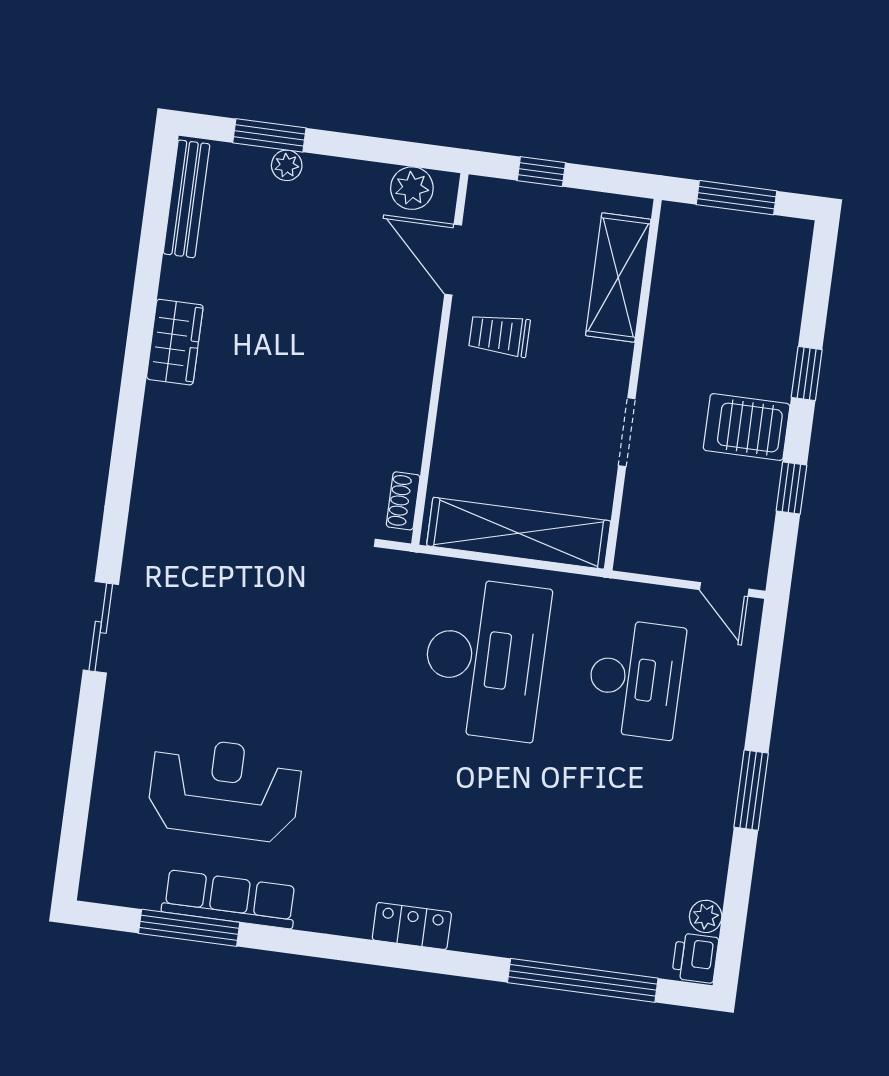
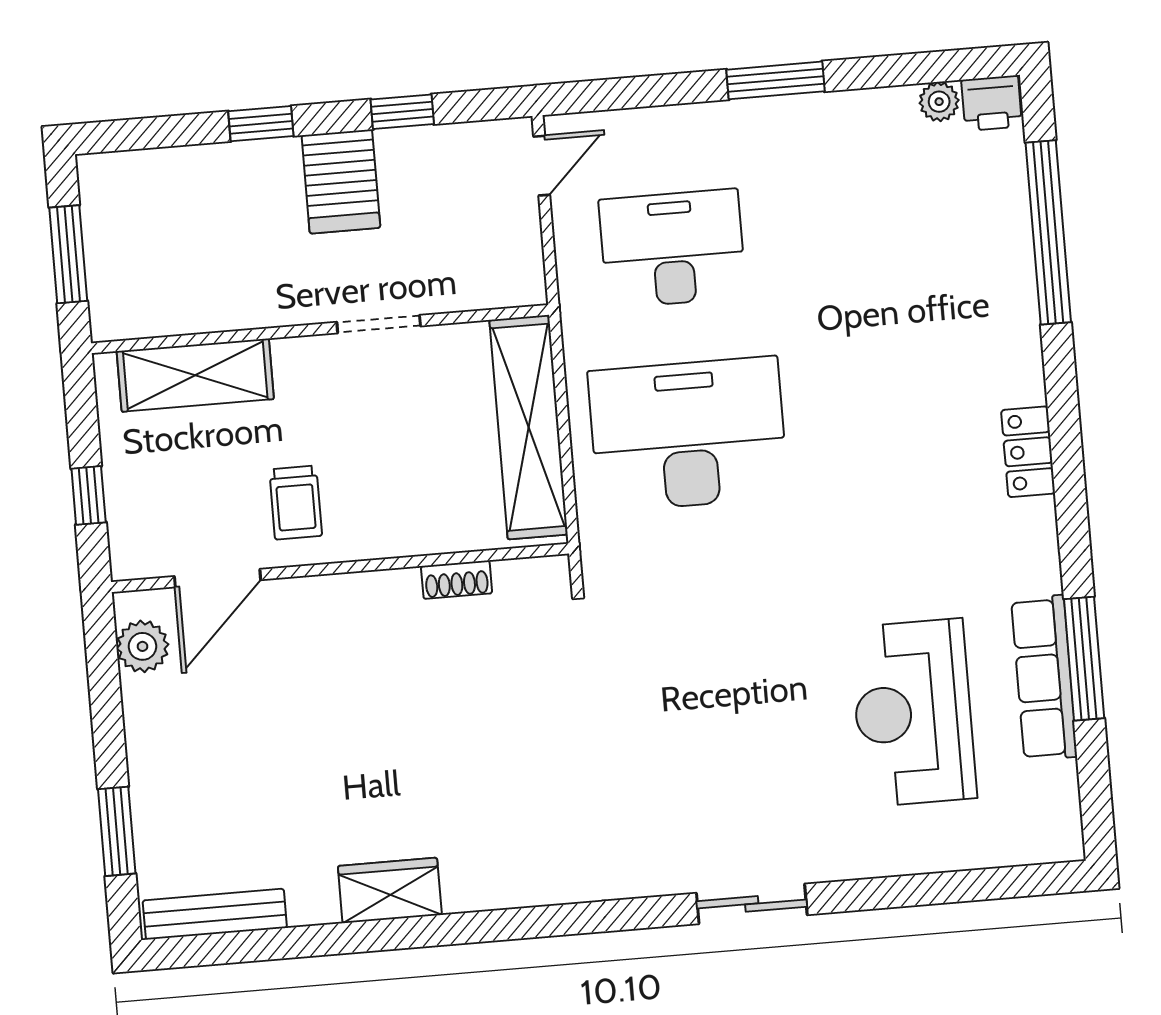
plant: (287, 165) -> (148, 803), removed
shoe rack: (403, 501) -> (457, 580), moved
window: (189, 928) -> (1084, 659), moved

